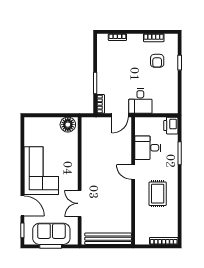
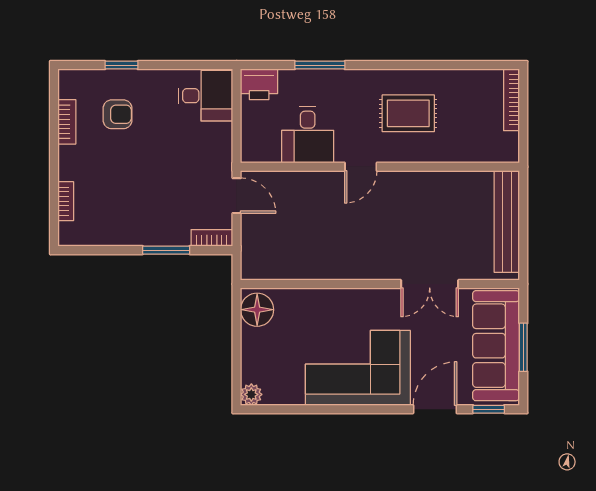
desk: (140, 101) -> (205, 96), moved
plant: (29, 122) -> (251, 394), added
sofa: (51, 234) -> (496, 346), width x1.36

